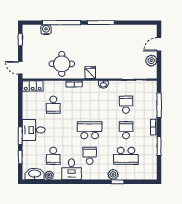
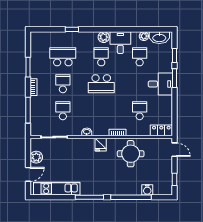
kitchen unit: (132, 31) -> (57, 189), added
school desk: (126, 105) -> (63, 111), turned 180
school desk: (126, 130) -> (63, 84), turned 180
school desk: (90, 156) -> (101, 57), turned 180
plant: (113, 174) -> (104, 37), moved

